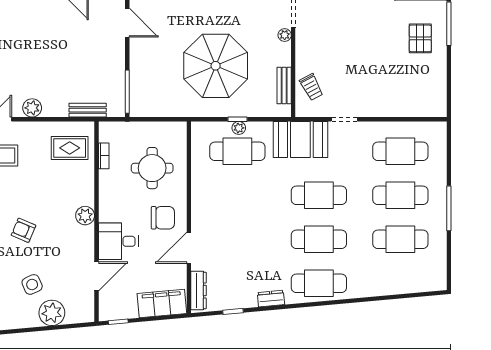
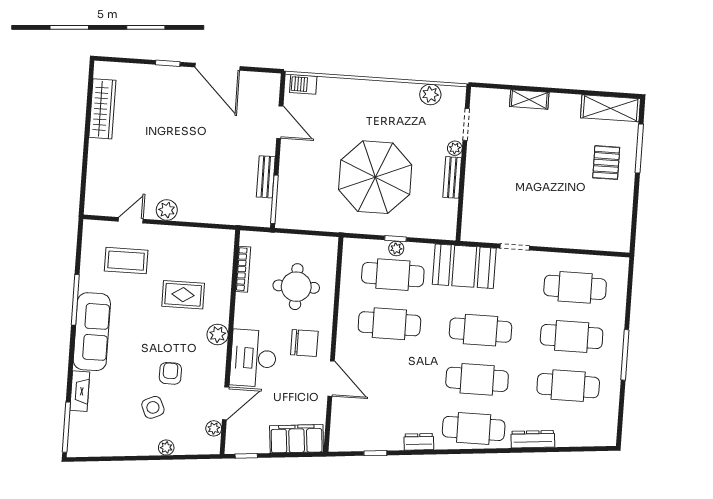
bench: (284, 86) -> (452, 177), moved
trolley: (311, 87) -> (481, 208), removed
bench: (88, 110) -> (266, 177), moved, turned 90
rug: (70, 148) -> (183, 295), moved
bookcase: (104, 156) -> (243, 269), width x1.56
cafe table: (237, 195) -> (389, 324), added
armchair: (24, 230) -> (170, 373), moved, turned 67
desk: (118, 241) -> (253, 358), width x1.37
door: (189, 248) -> (331, 379), swing flipped
dresser: (198, 290) -> (533, 439), moved, turned -95
plant: (88, 299) -> (214, 428), added
plant: (52, 313) -> (166, 448), width x0.53, depth x0.53

